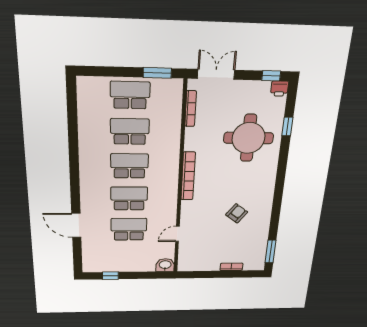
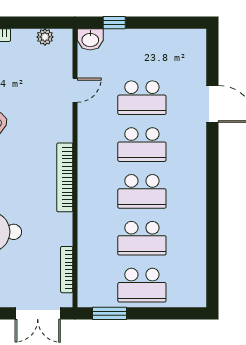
plant: (197, 266) -> (45, 37), added
window: (110, 276) -> (114, 23), moved

